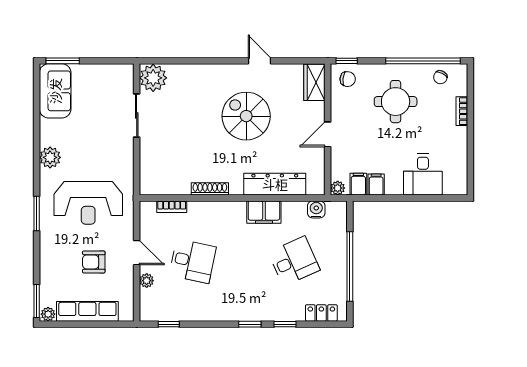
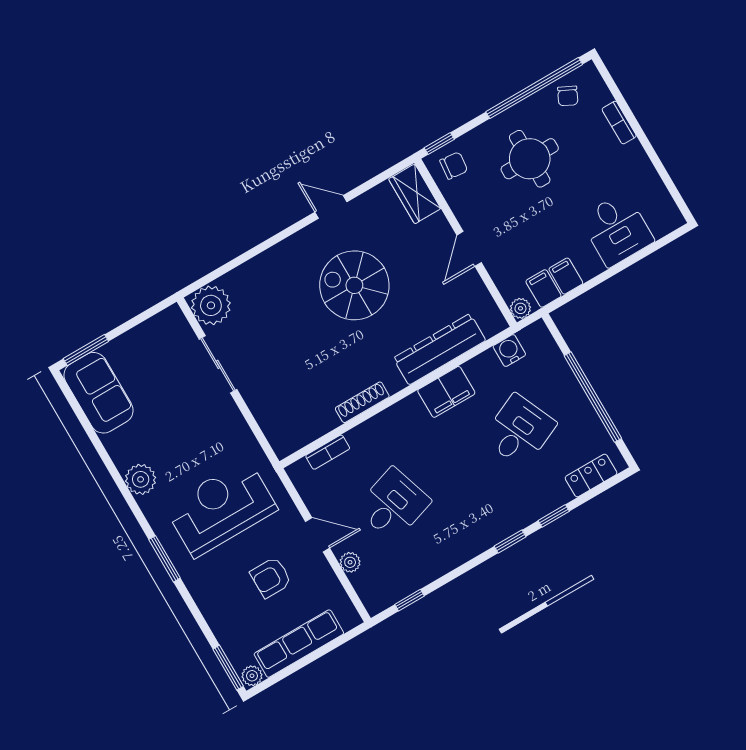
reception desk: (88, 203) -> (221, 508), turned 180
desk: (193, 261) -> (393, 505), turned -30

